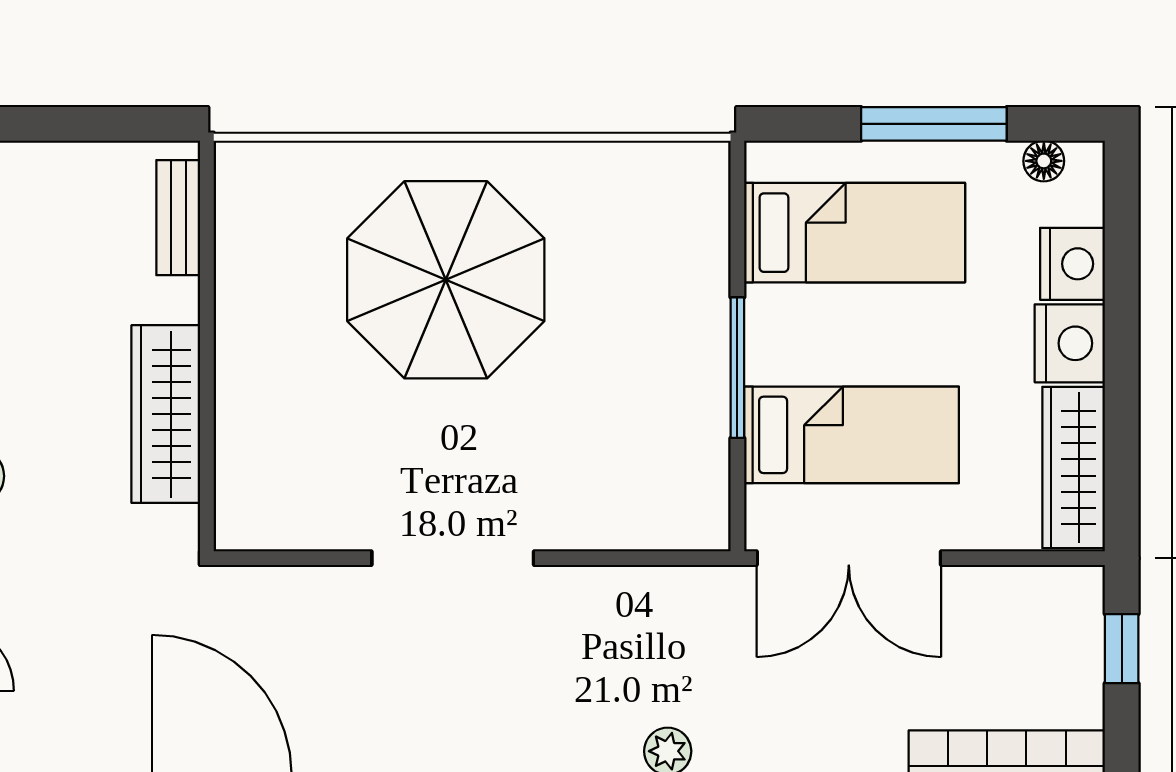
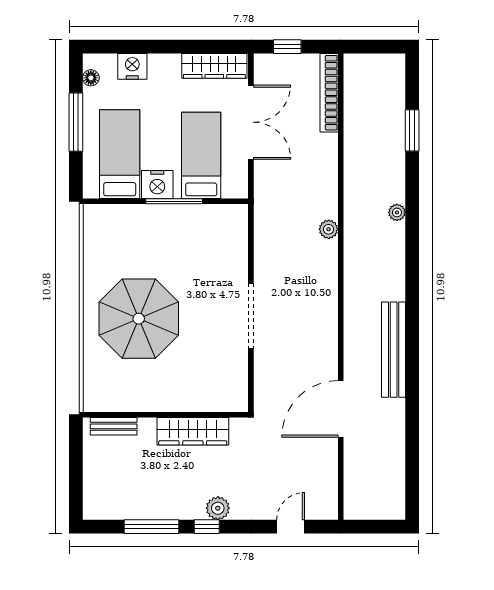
nightstand: (1070, 343) -> (157, 184), moved, turned 180
double door: (849, 558) -> (251, 122), moved

